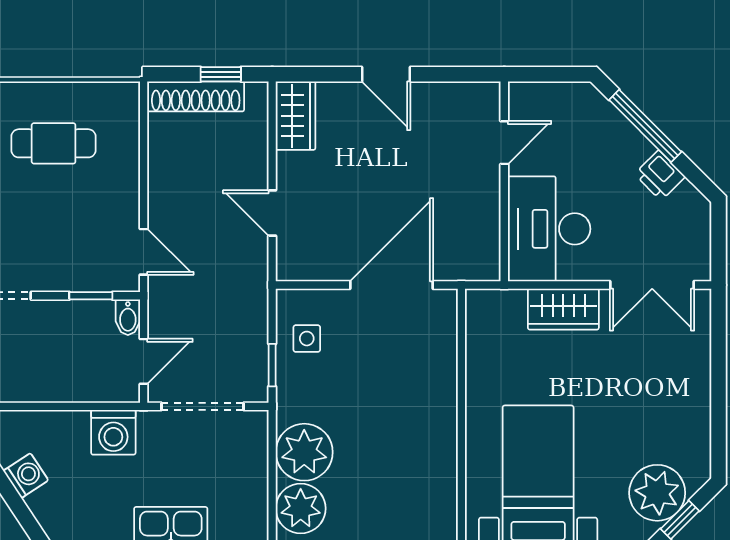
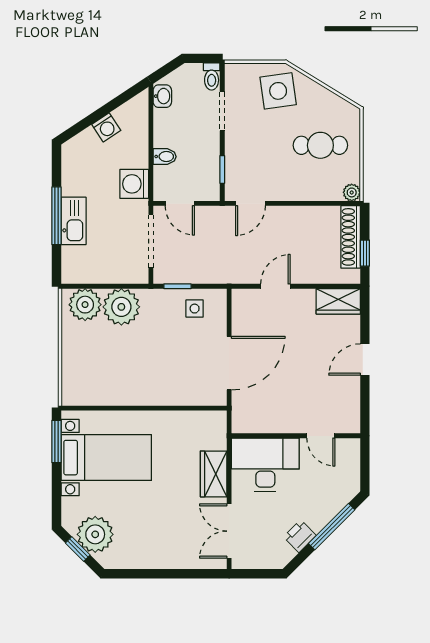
plant: (127, 95) -> (352, 192), added
cafe table: (54, 143) -> (320, 145), turned 90
door: (392, 285) -> (229, 363), hinge flipped
bidet: (128, 317) -> (165, 157), moved, turned 180

